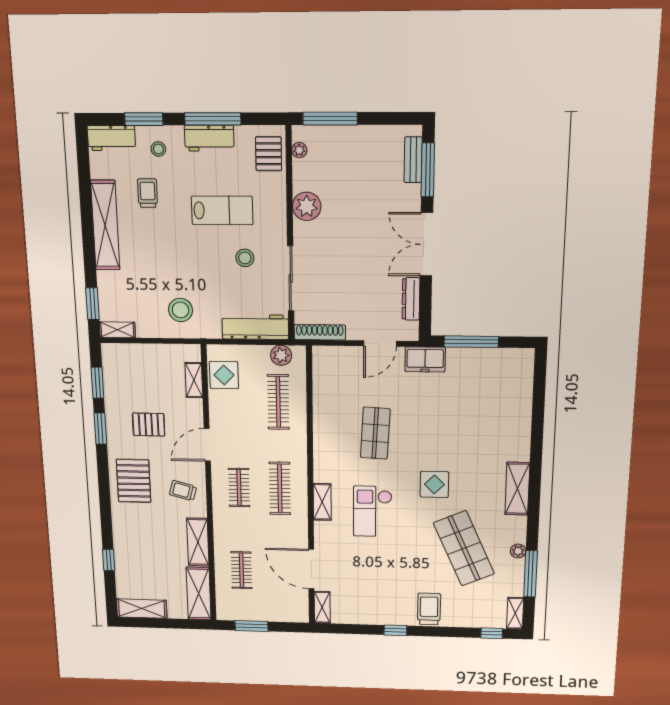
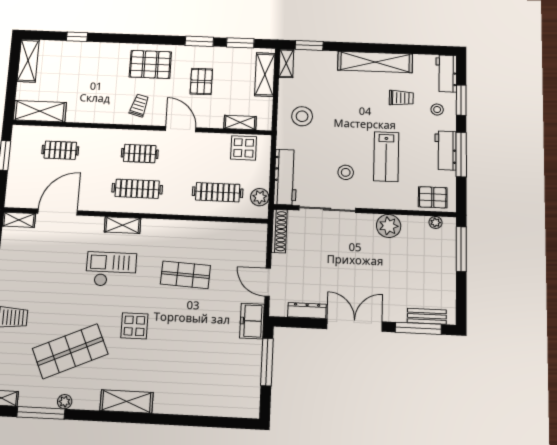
shelving: (198, 542) -> (265, 75), moved, turned 90

